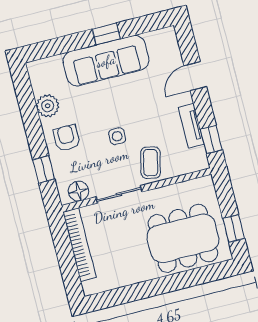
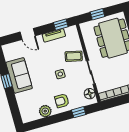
sofa: (106, 61) -> (19, 75), width x0.73
window: (234, 228) -> (97, 14), moved

